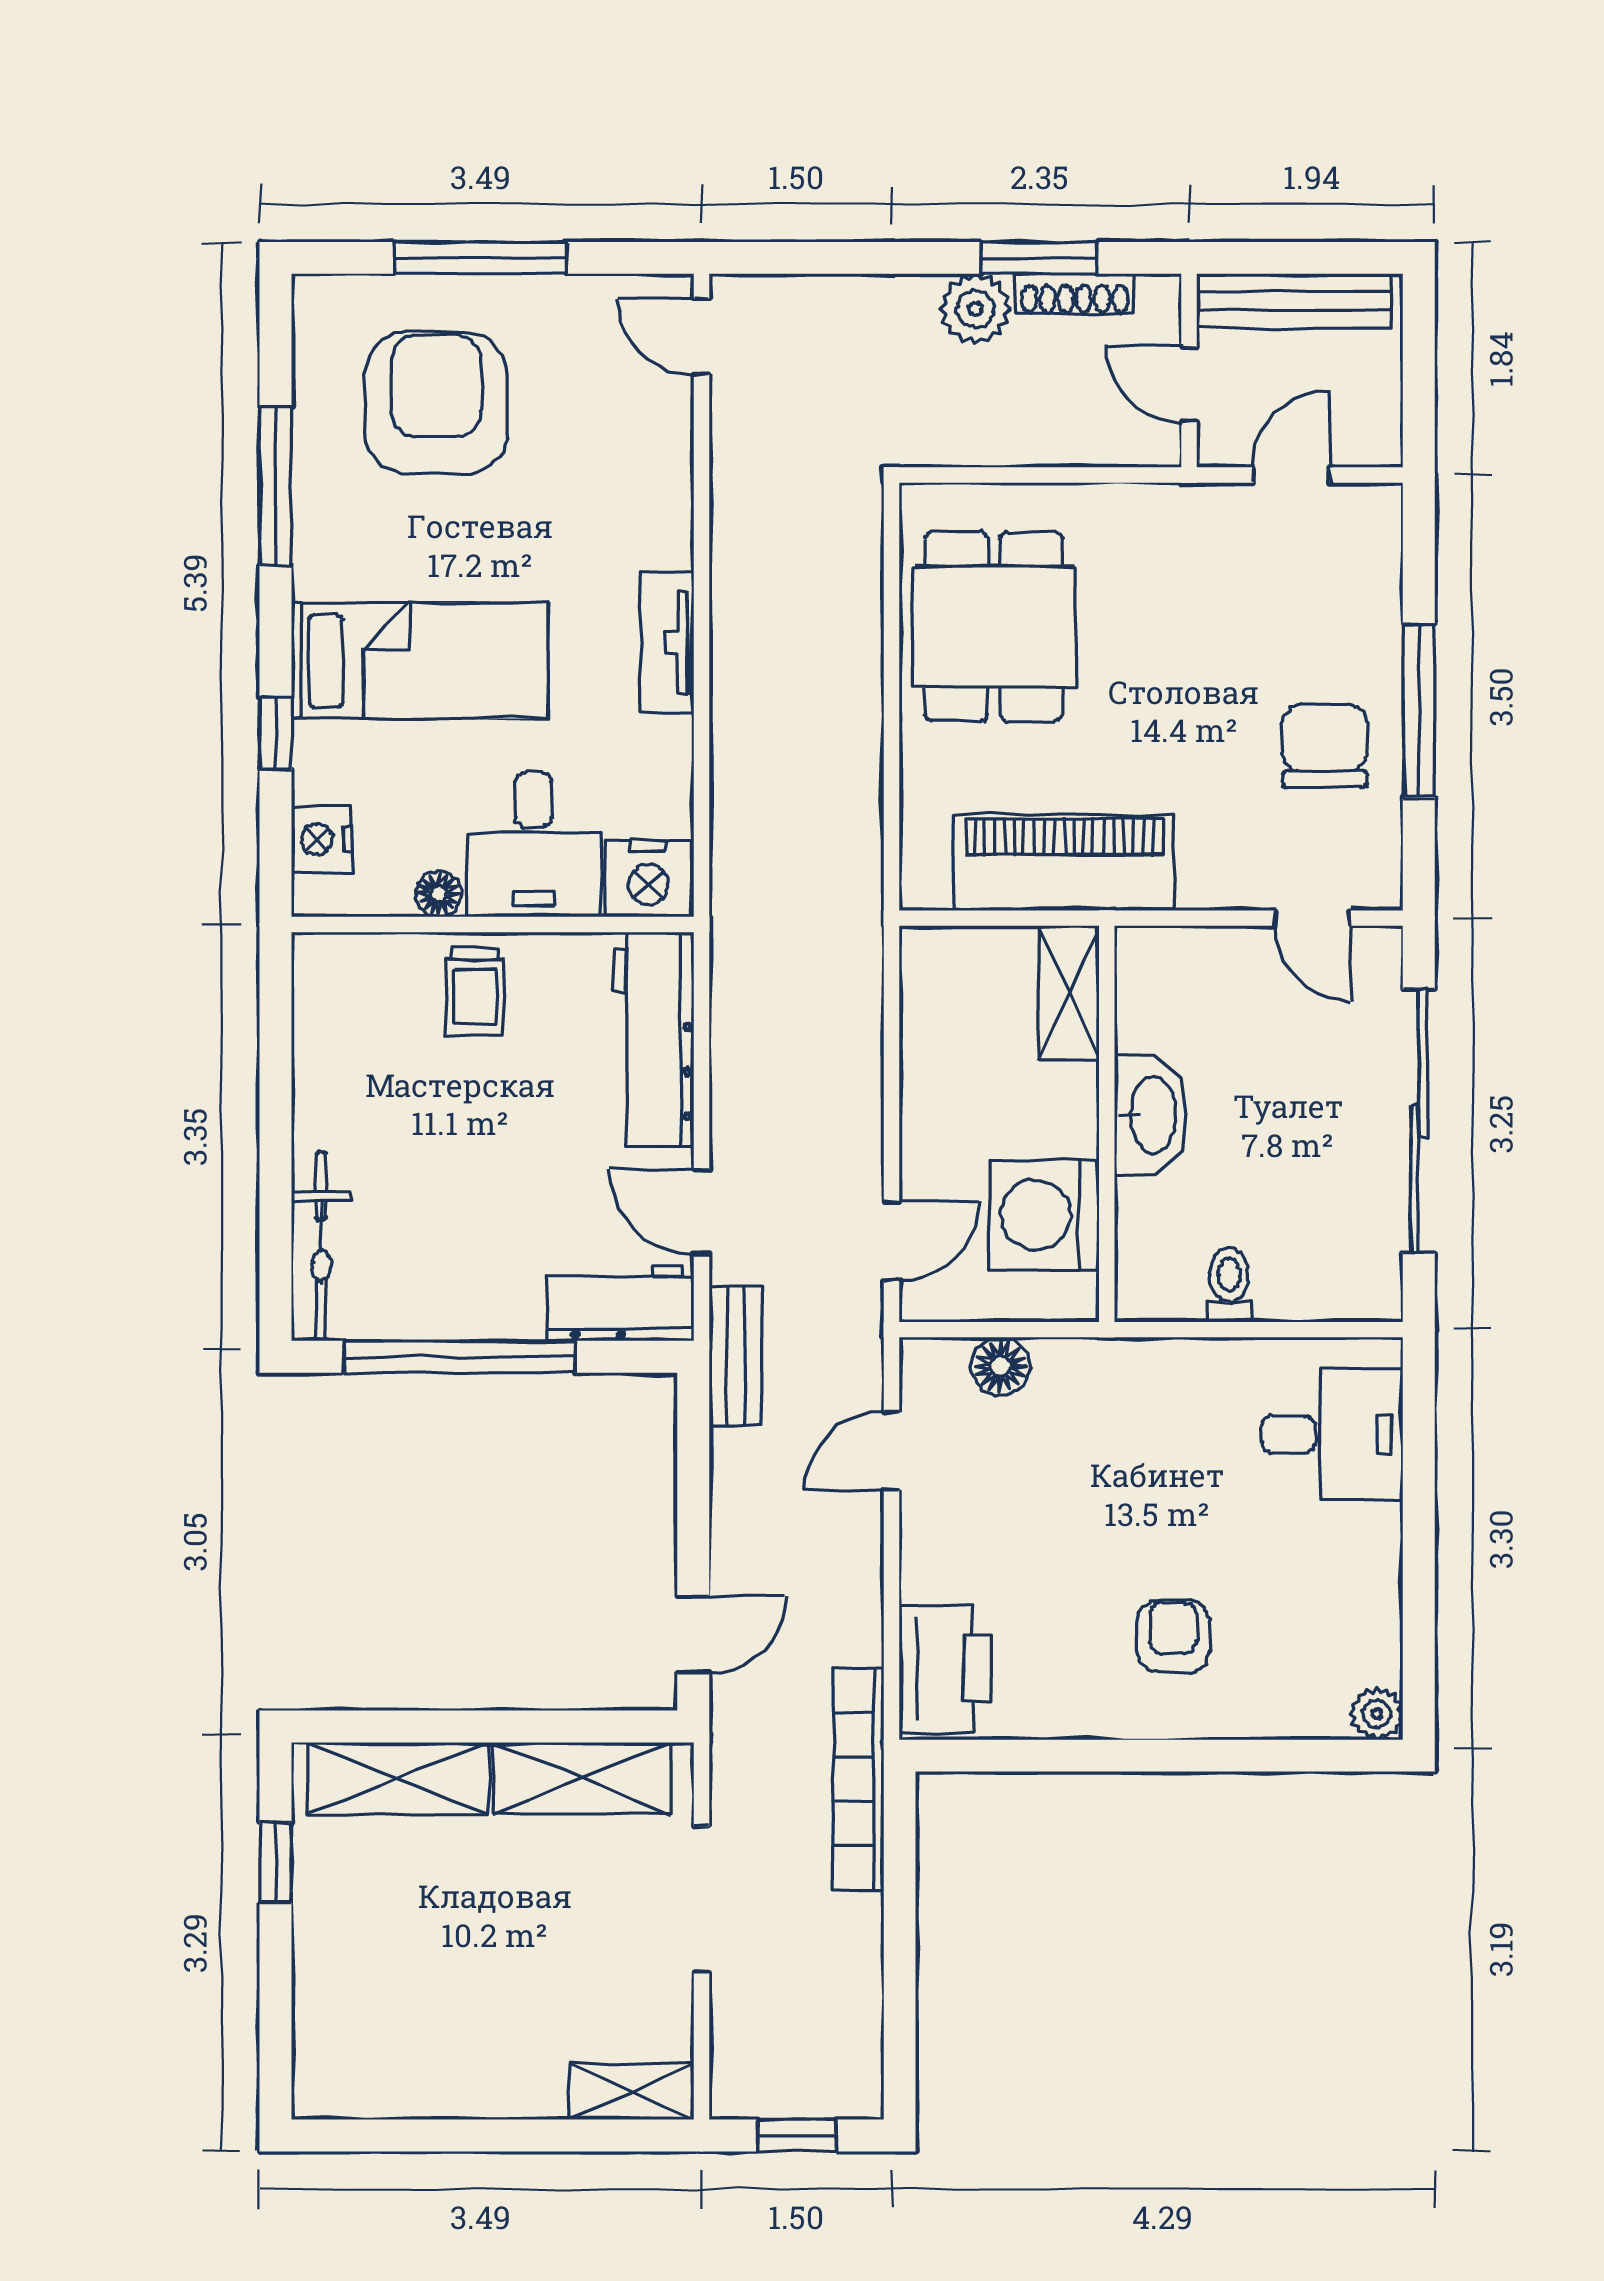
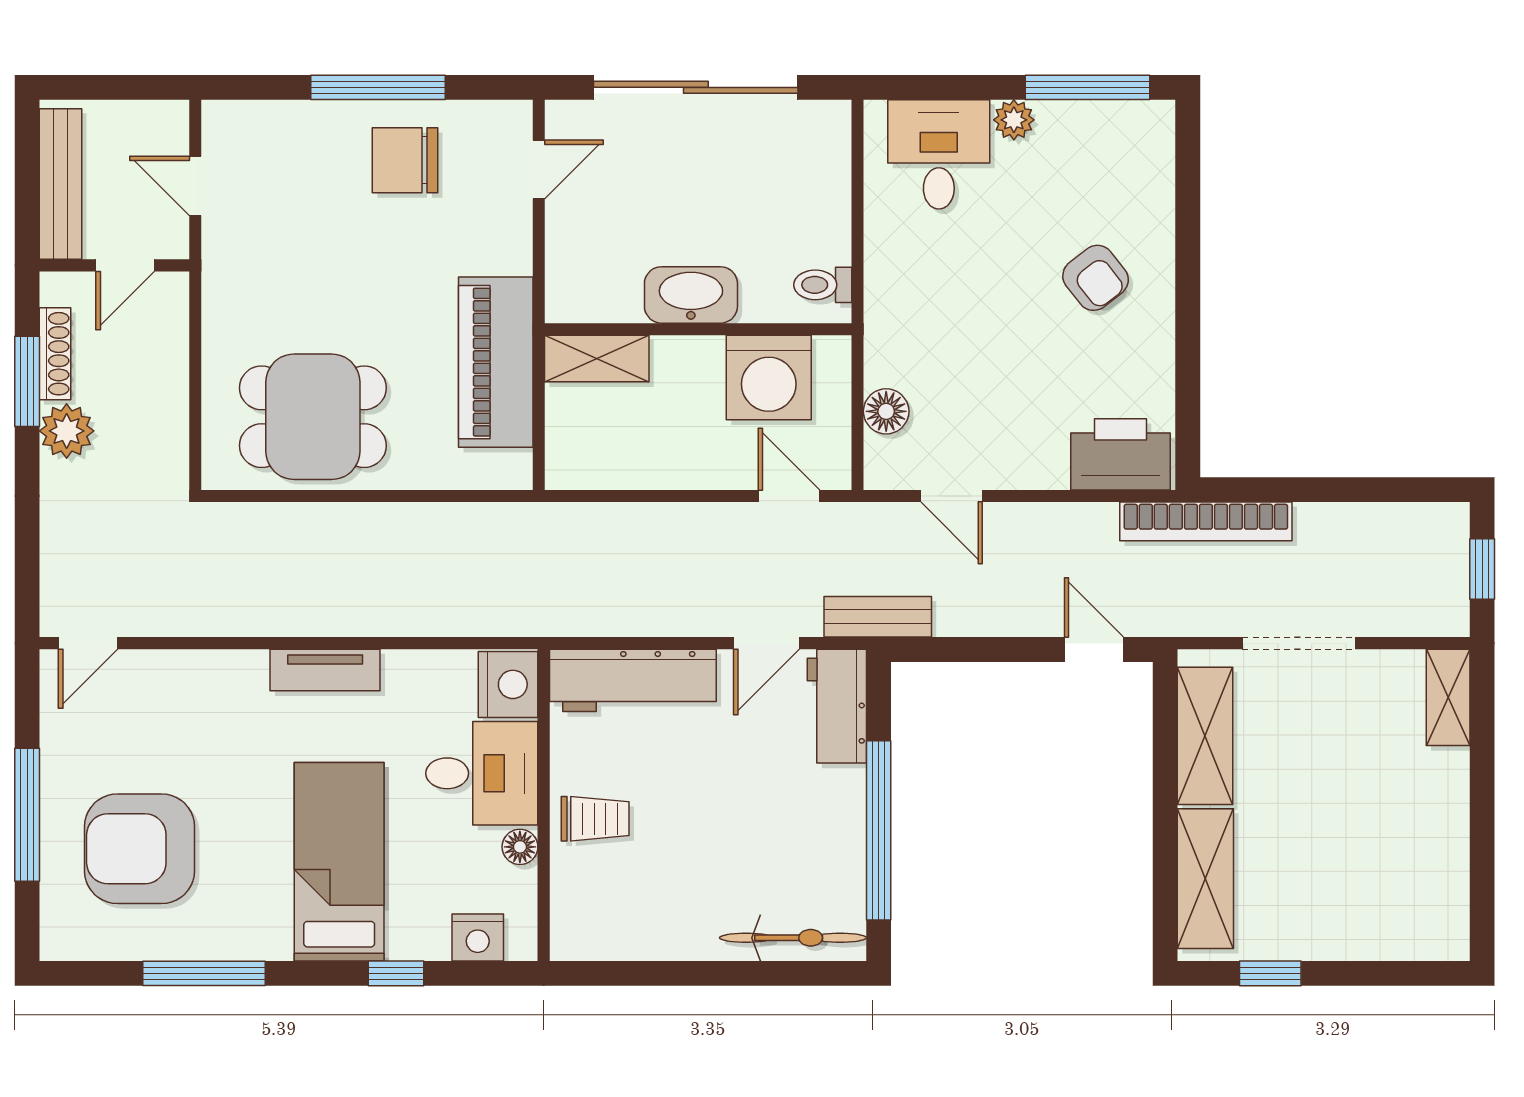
toilet: (1229, 1285) -> (823, 285), moved
window: (1419, 1626) -> (1088, 87), added
armchair: (1173, 1637) -> (1096, 278), turned -128
plant: (1377, 1714) -> (1014, 120), moved

